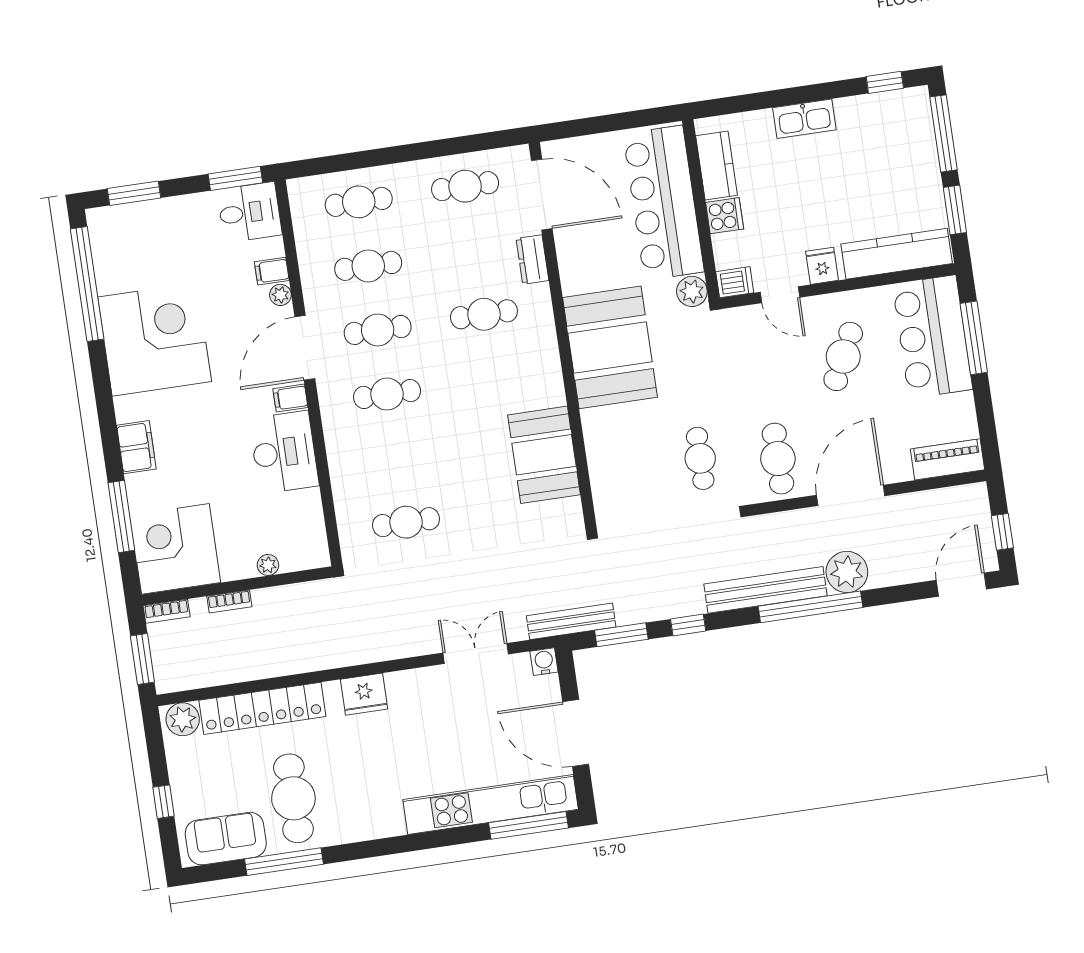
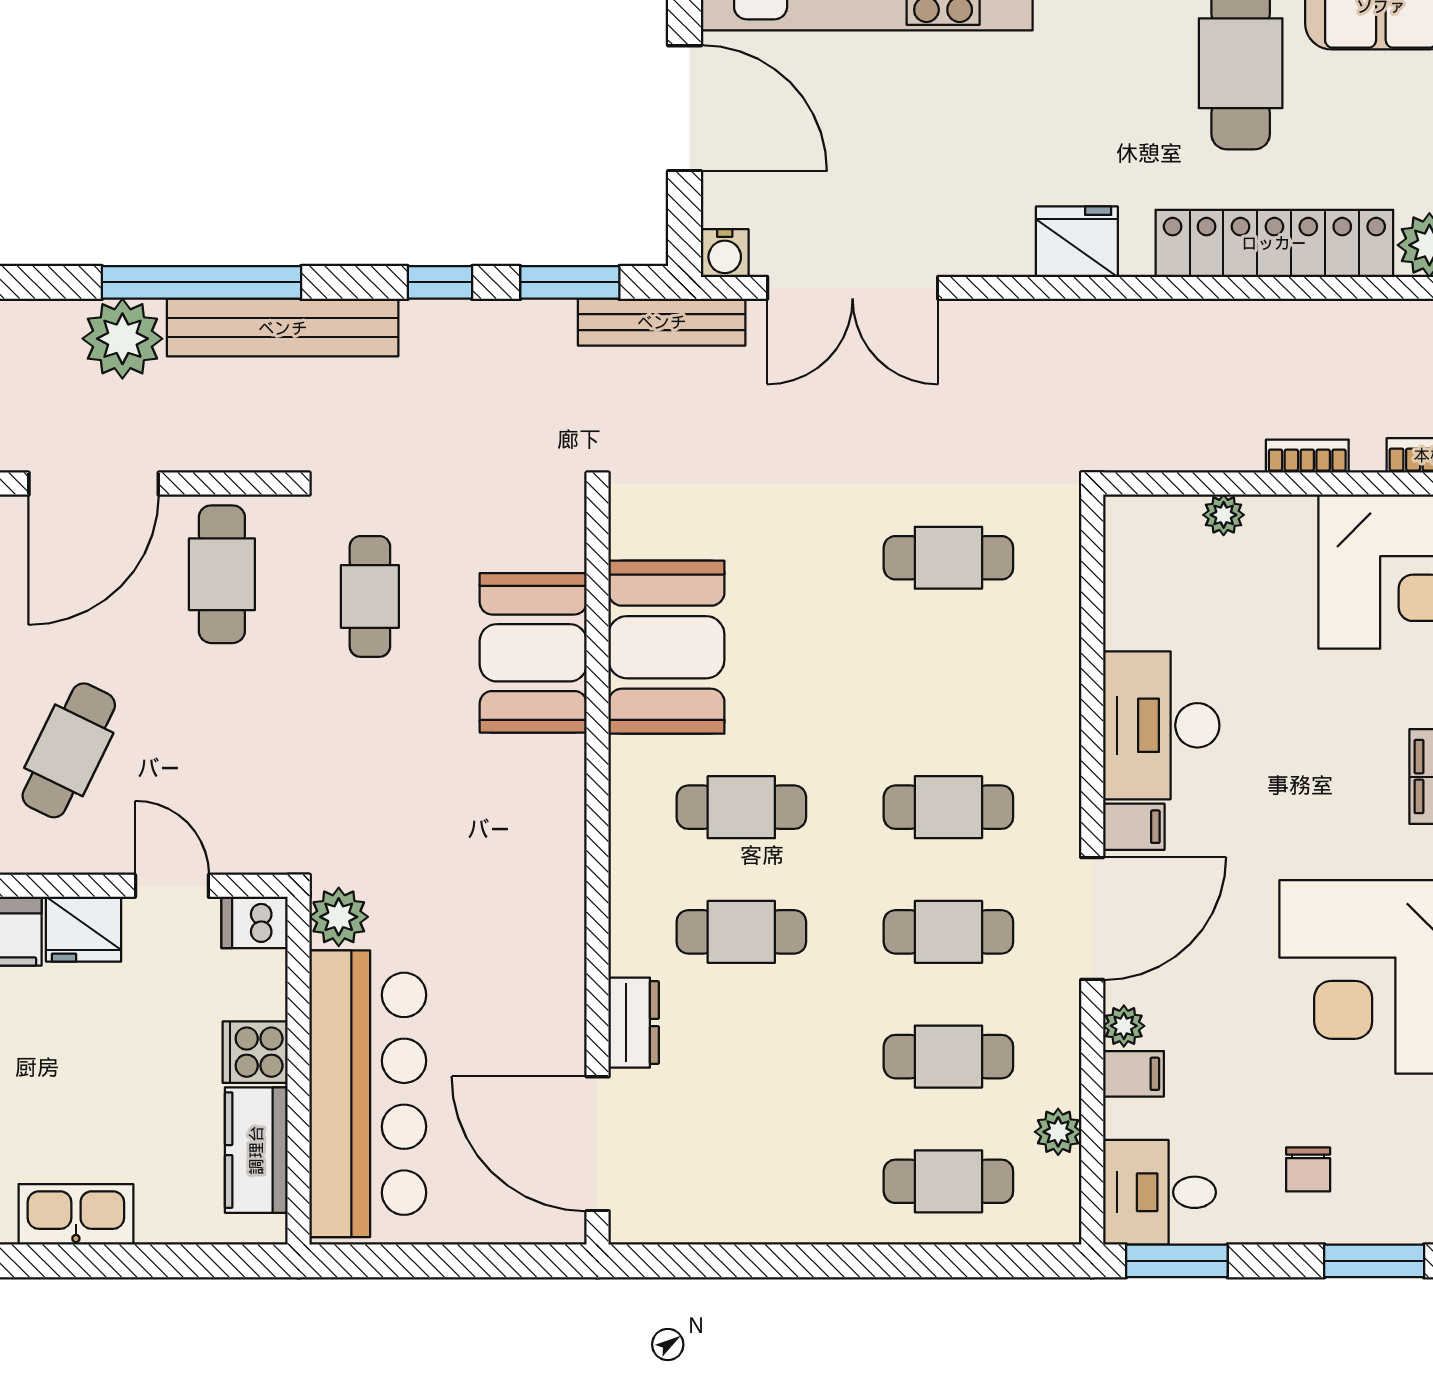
cafe table: (465, 186) -> (741, 807), moved
chair: (175, 235) -> (1308, 1169), added
plant: (306, 236) -> (1058, 1132), added
fridge: (822, 266) -> (84, 929), width x1.38
booth: (610, 347) -> (533, 653), moved, width x0.73, depth x0.70
double door: (476, 653) -> (853, 288), width x1.37

